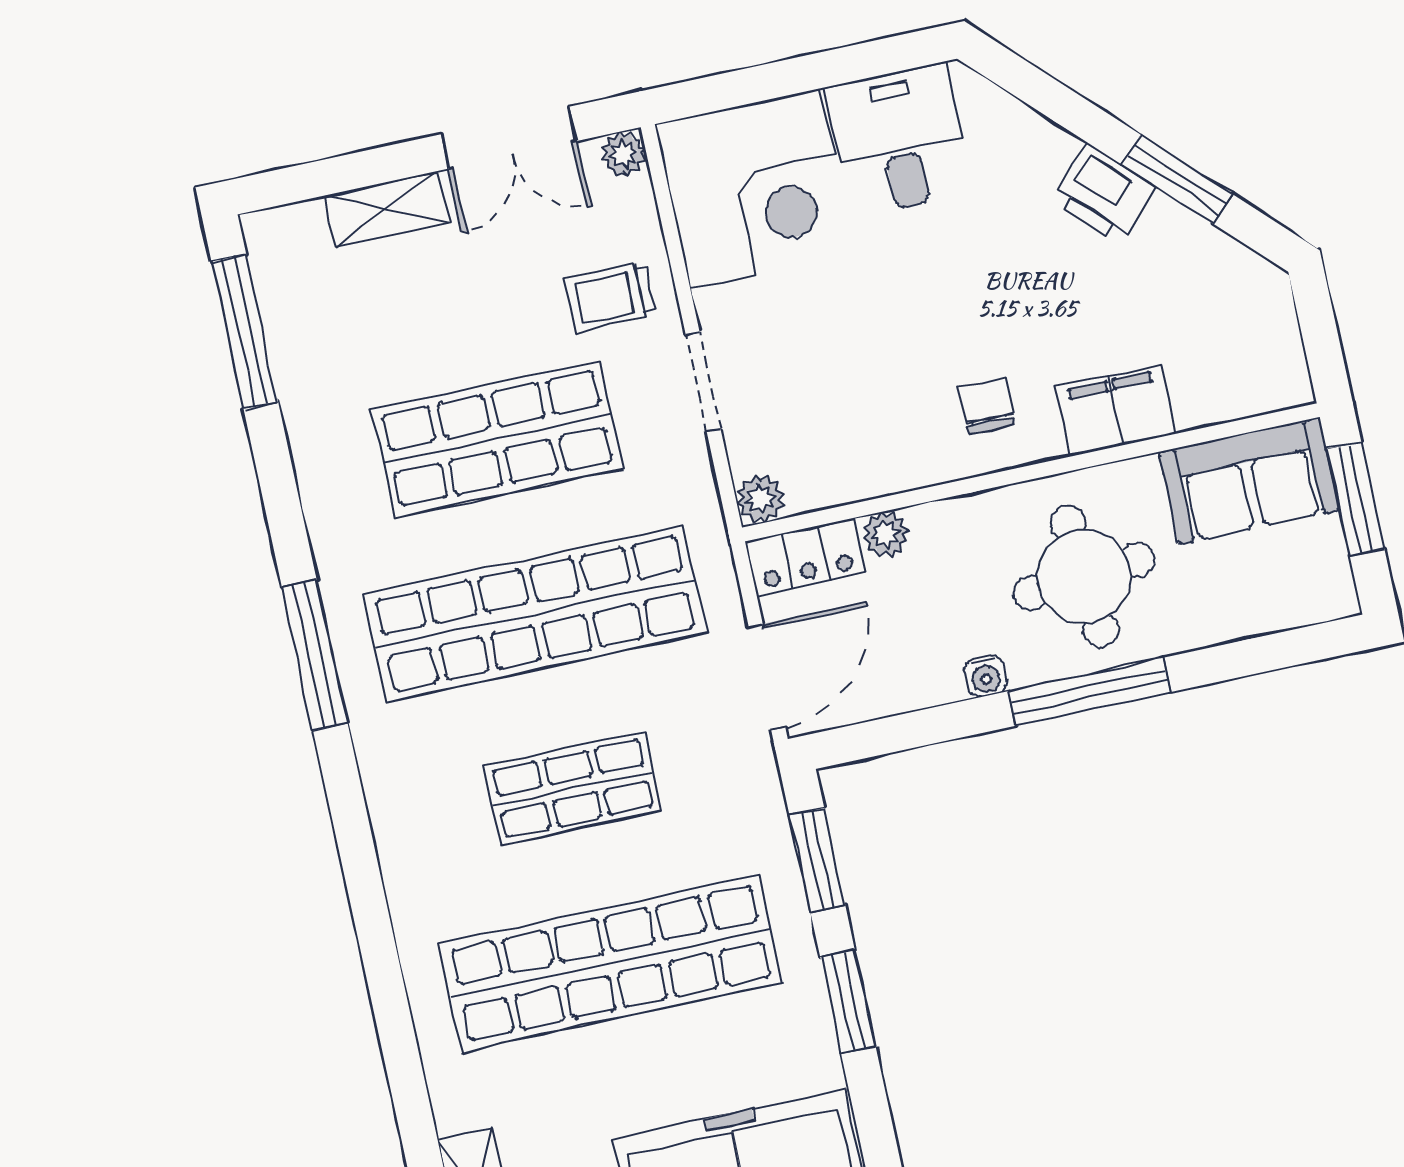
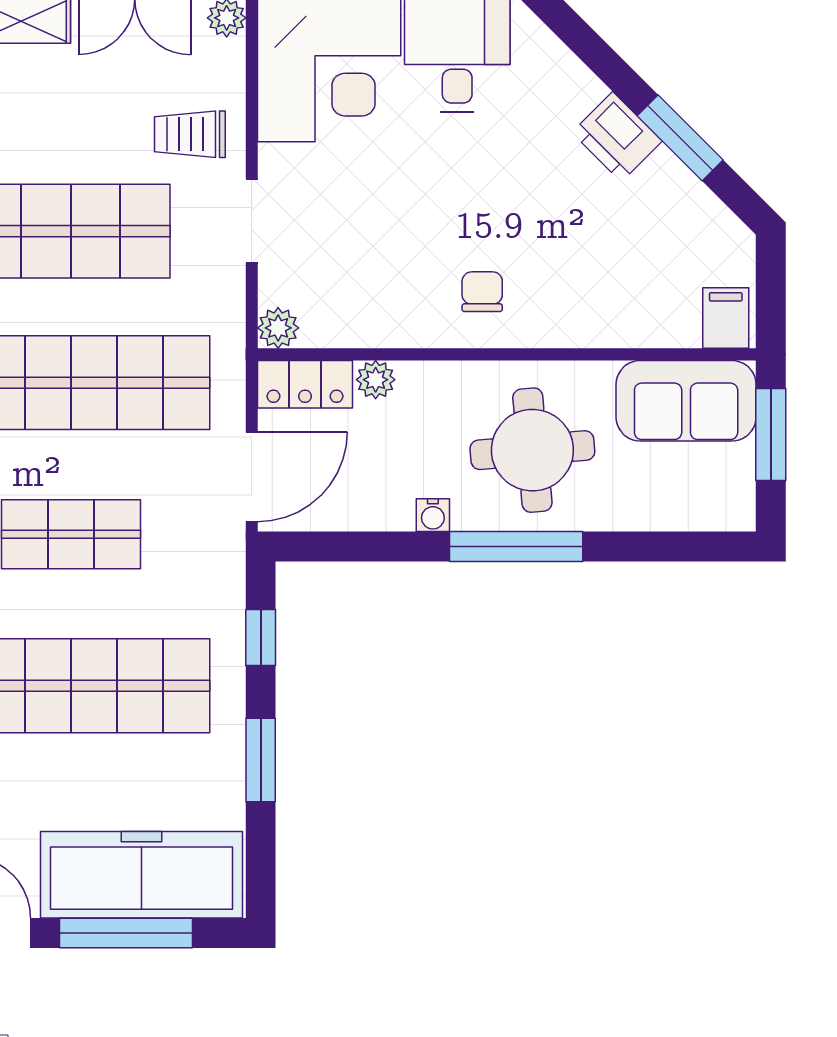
filing cabinet: (1116, 410) -> (726, 318), moved, width x0.50
window: (817, 860) -> (261, 637), width x0.67

